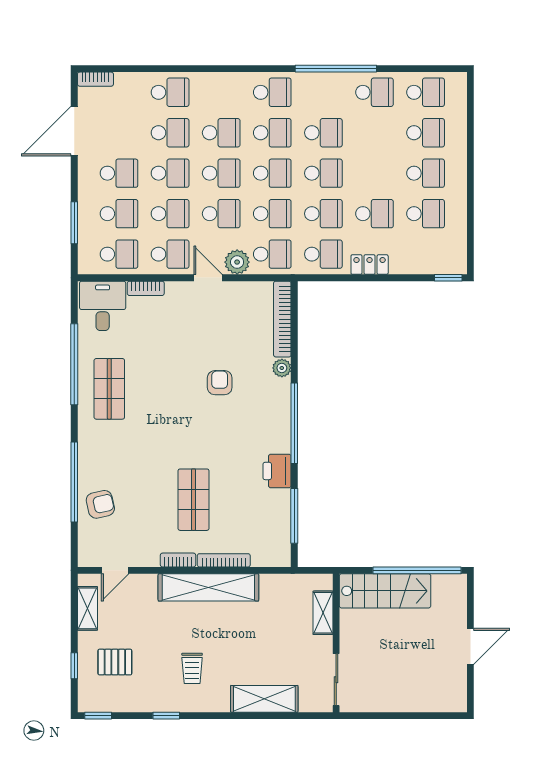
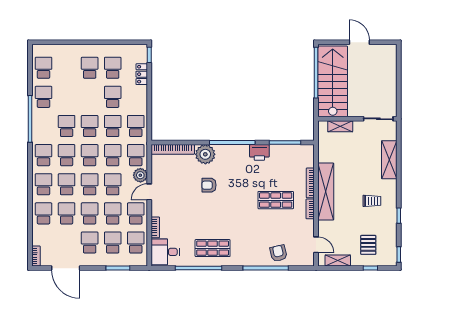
school desk: (426, 133) -> (43, 184), moved
locker: (370, 265) -> (142, 74), moved
plant: (282, 368) -> (205, 154), width x1.88, depth x1.88
stairs: (385, 591) -> (333, 81), width x1.36, depth x1.51

